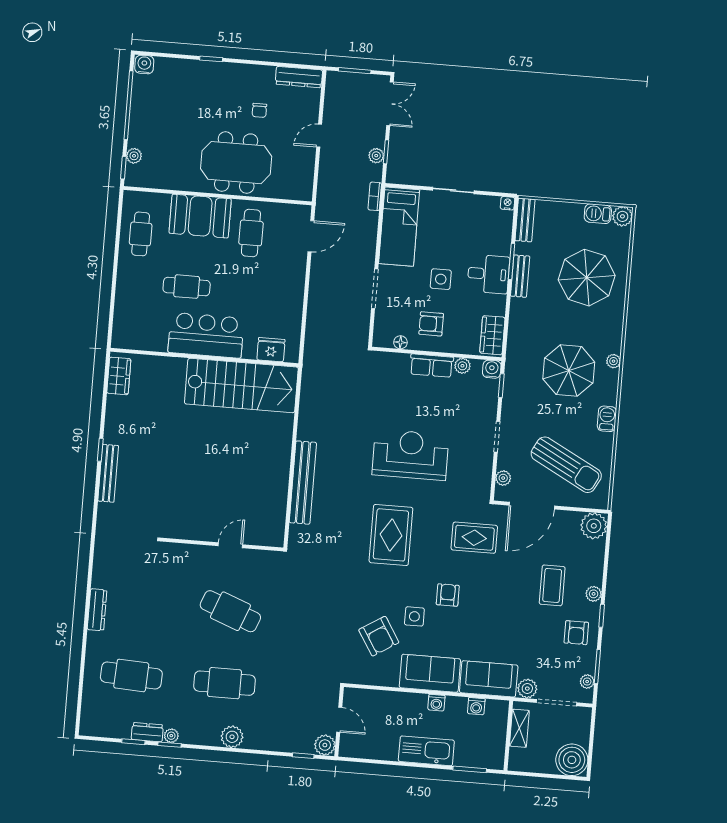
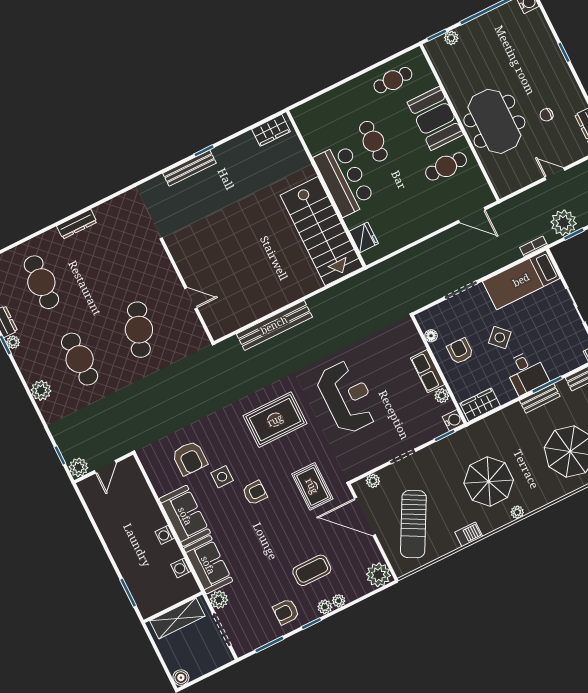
plant: (376, 156) -> (564, 223), width x1.88, depth x1.88
side table: (441, 279) -> (500, 337), turned 45
armchair: (379, 636) -> (190, 458), turned -58
plant: (587, 682) -> (339, 601), moved
shelving: (519, 728) -> (177, 618), width x1.50, depth x1.33
kitchen sink: (426, 751) -> (122, 550), removed
boiler: (572, 760) -> (181, 678), width x0.54, depth x0.54

